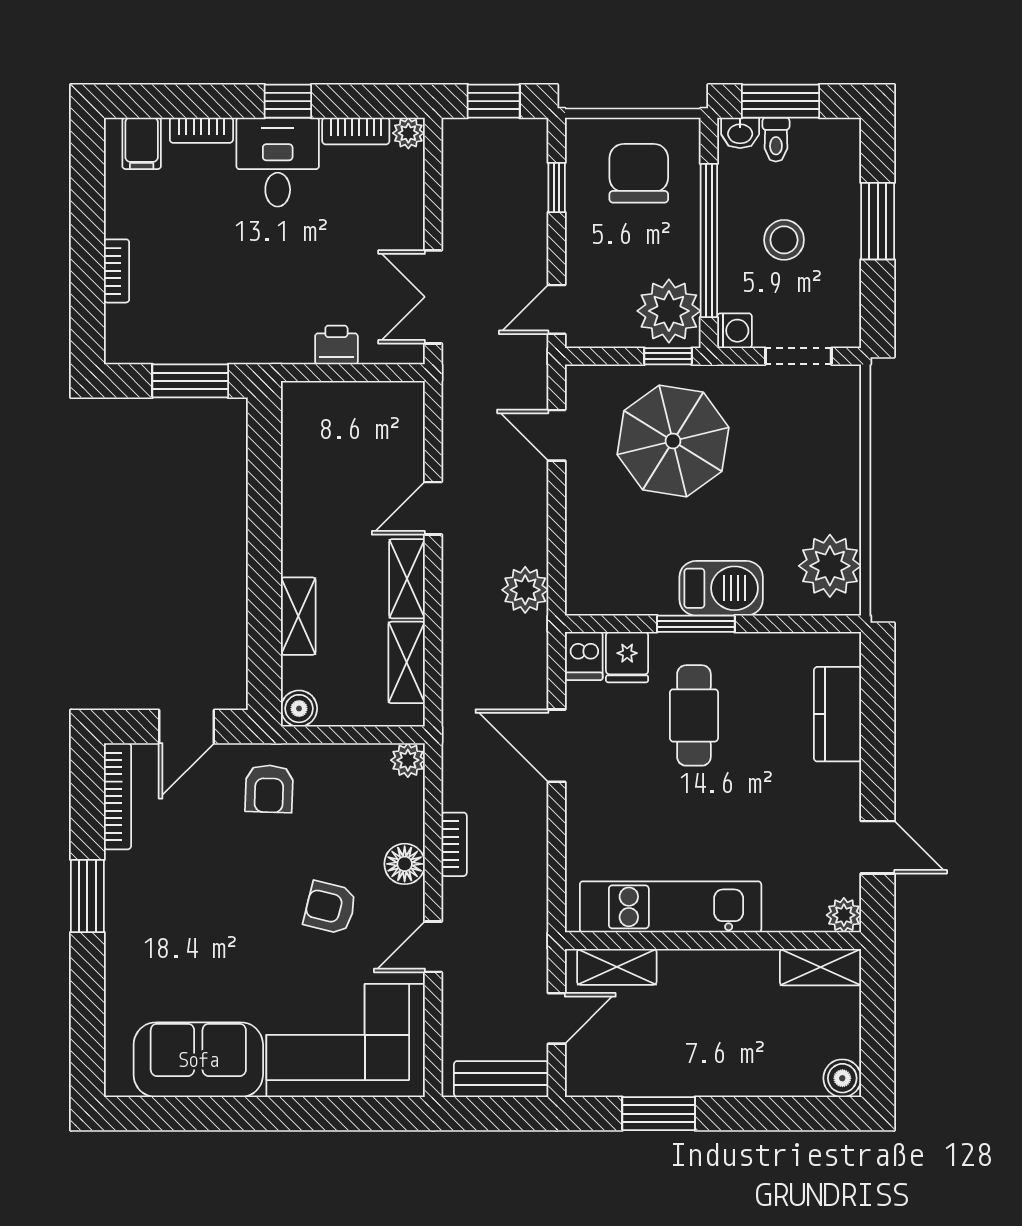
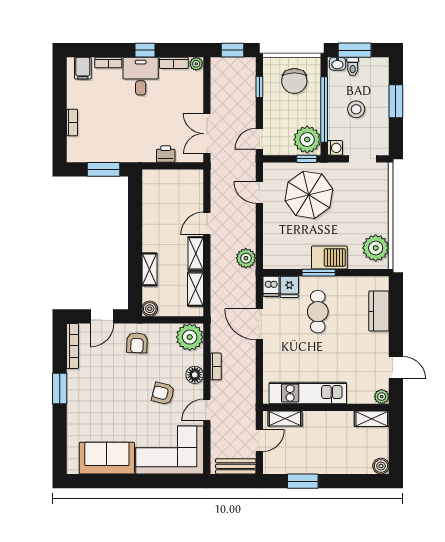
chair: (639, 173) -> (294, 81), turned 180
plant: (408, 760) -> (190, 337), width x1.88, depth x1.88

